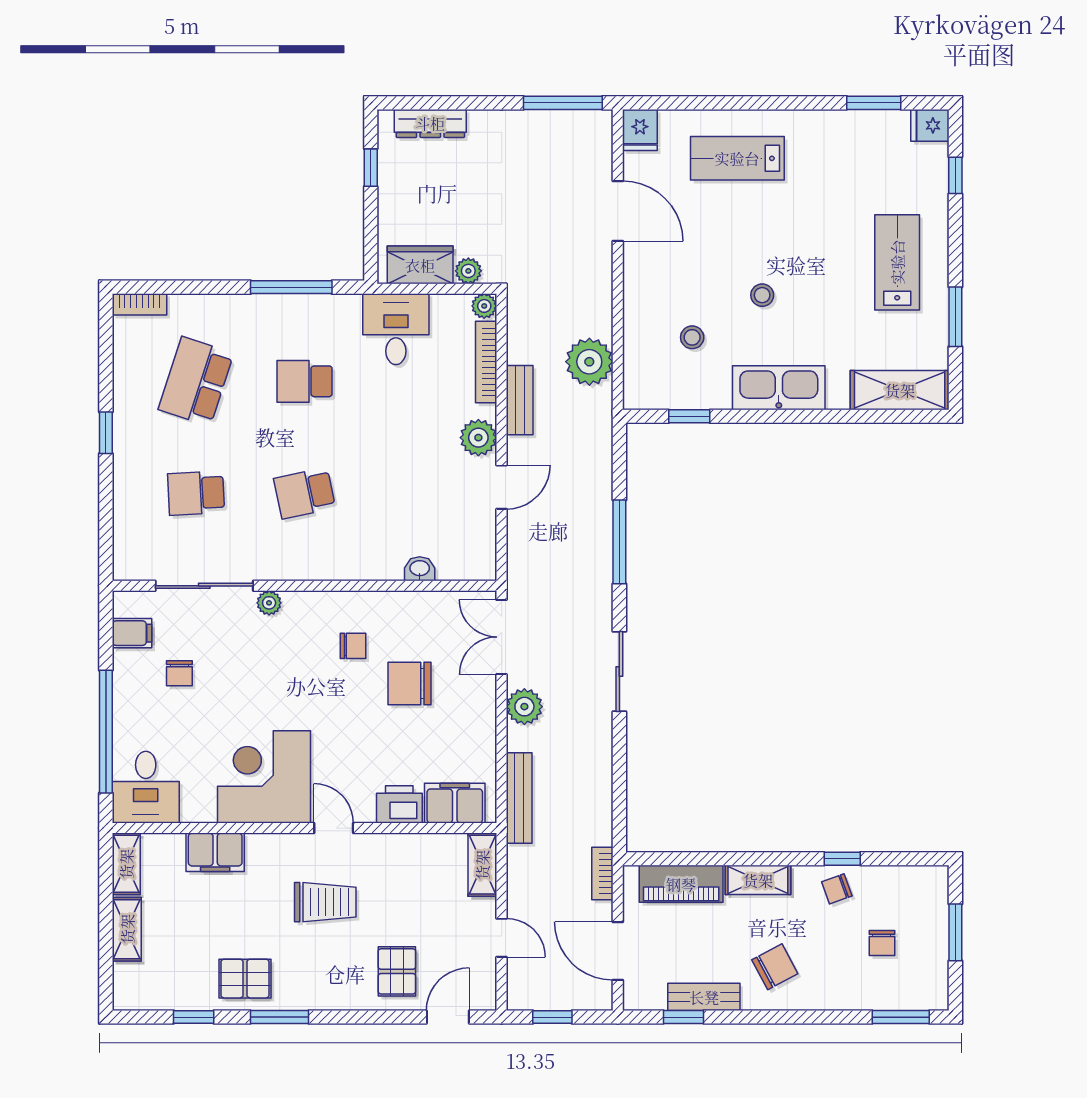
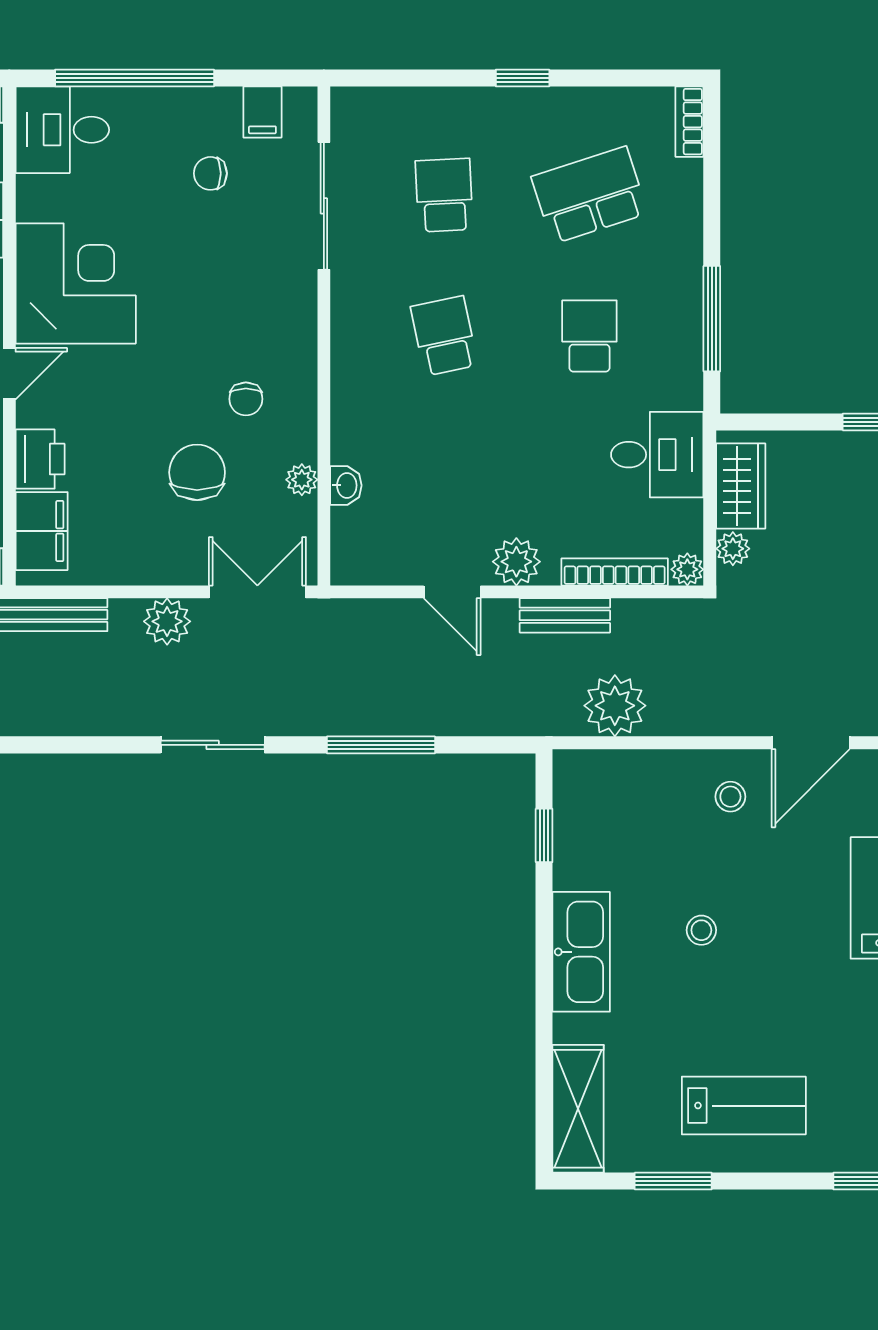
stool: (692, 337) -> (730, 797), moved
school desk: (196, 381) -> (589, 195), turned -36
plant: (269, 603) -> (302, 480), moved

